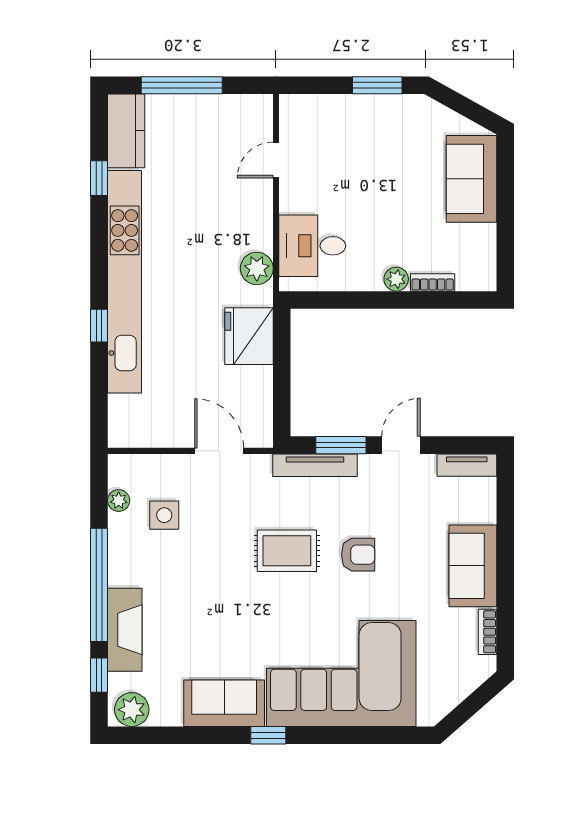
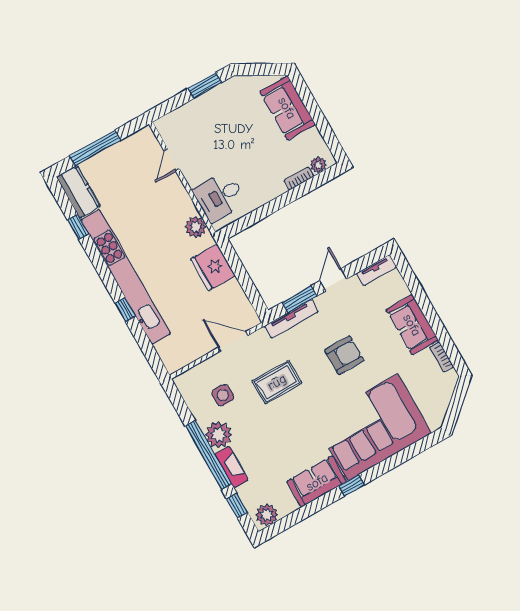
plant: (396, 279) -> (318, 165), moved
plant: (119, 501) -> (219, 435), moved, width x1.87, depth x1.87
rug: (287, 551) -> (277, 382), moved
armchair: (358, 555) -> (344, 355), width x1.38, depth x1.38
fireplace: (125, 630) -> (231, 467), width x0.73, depth x0.76

